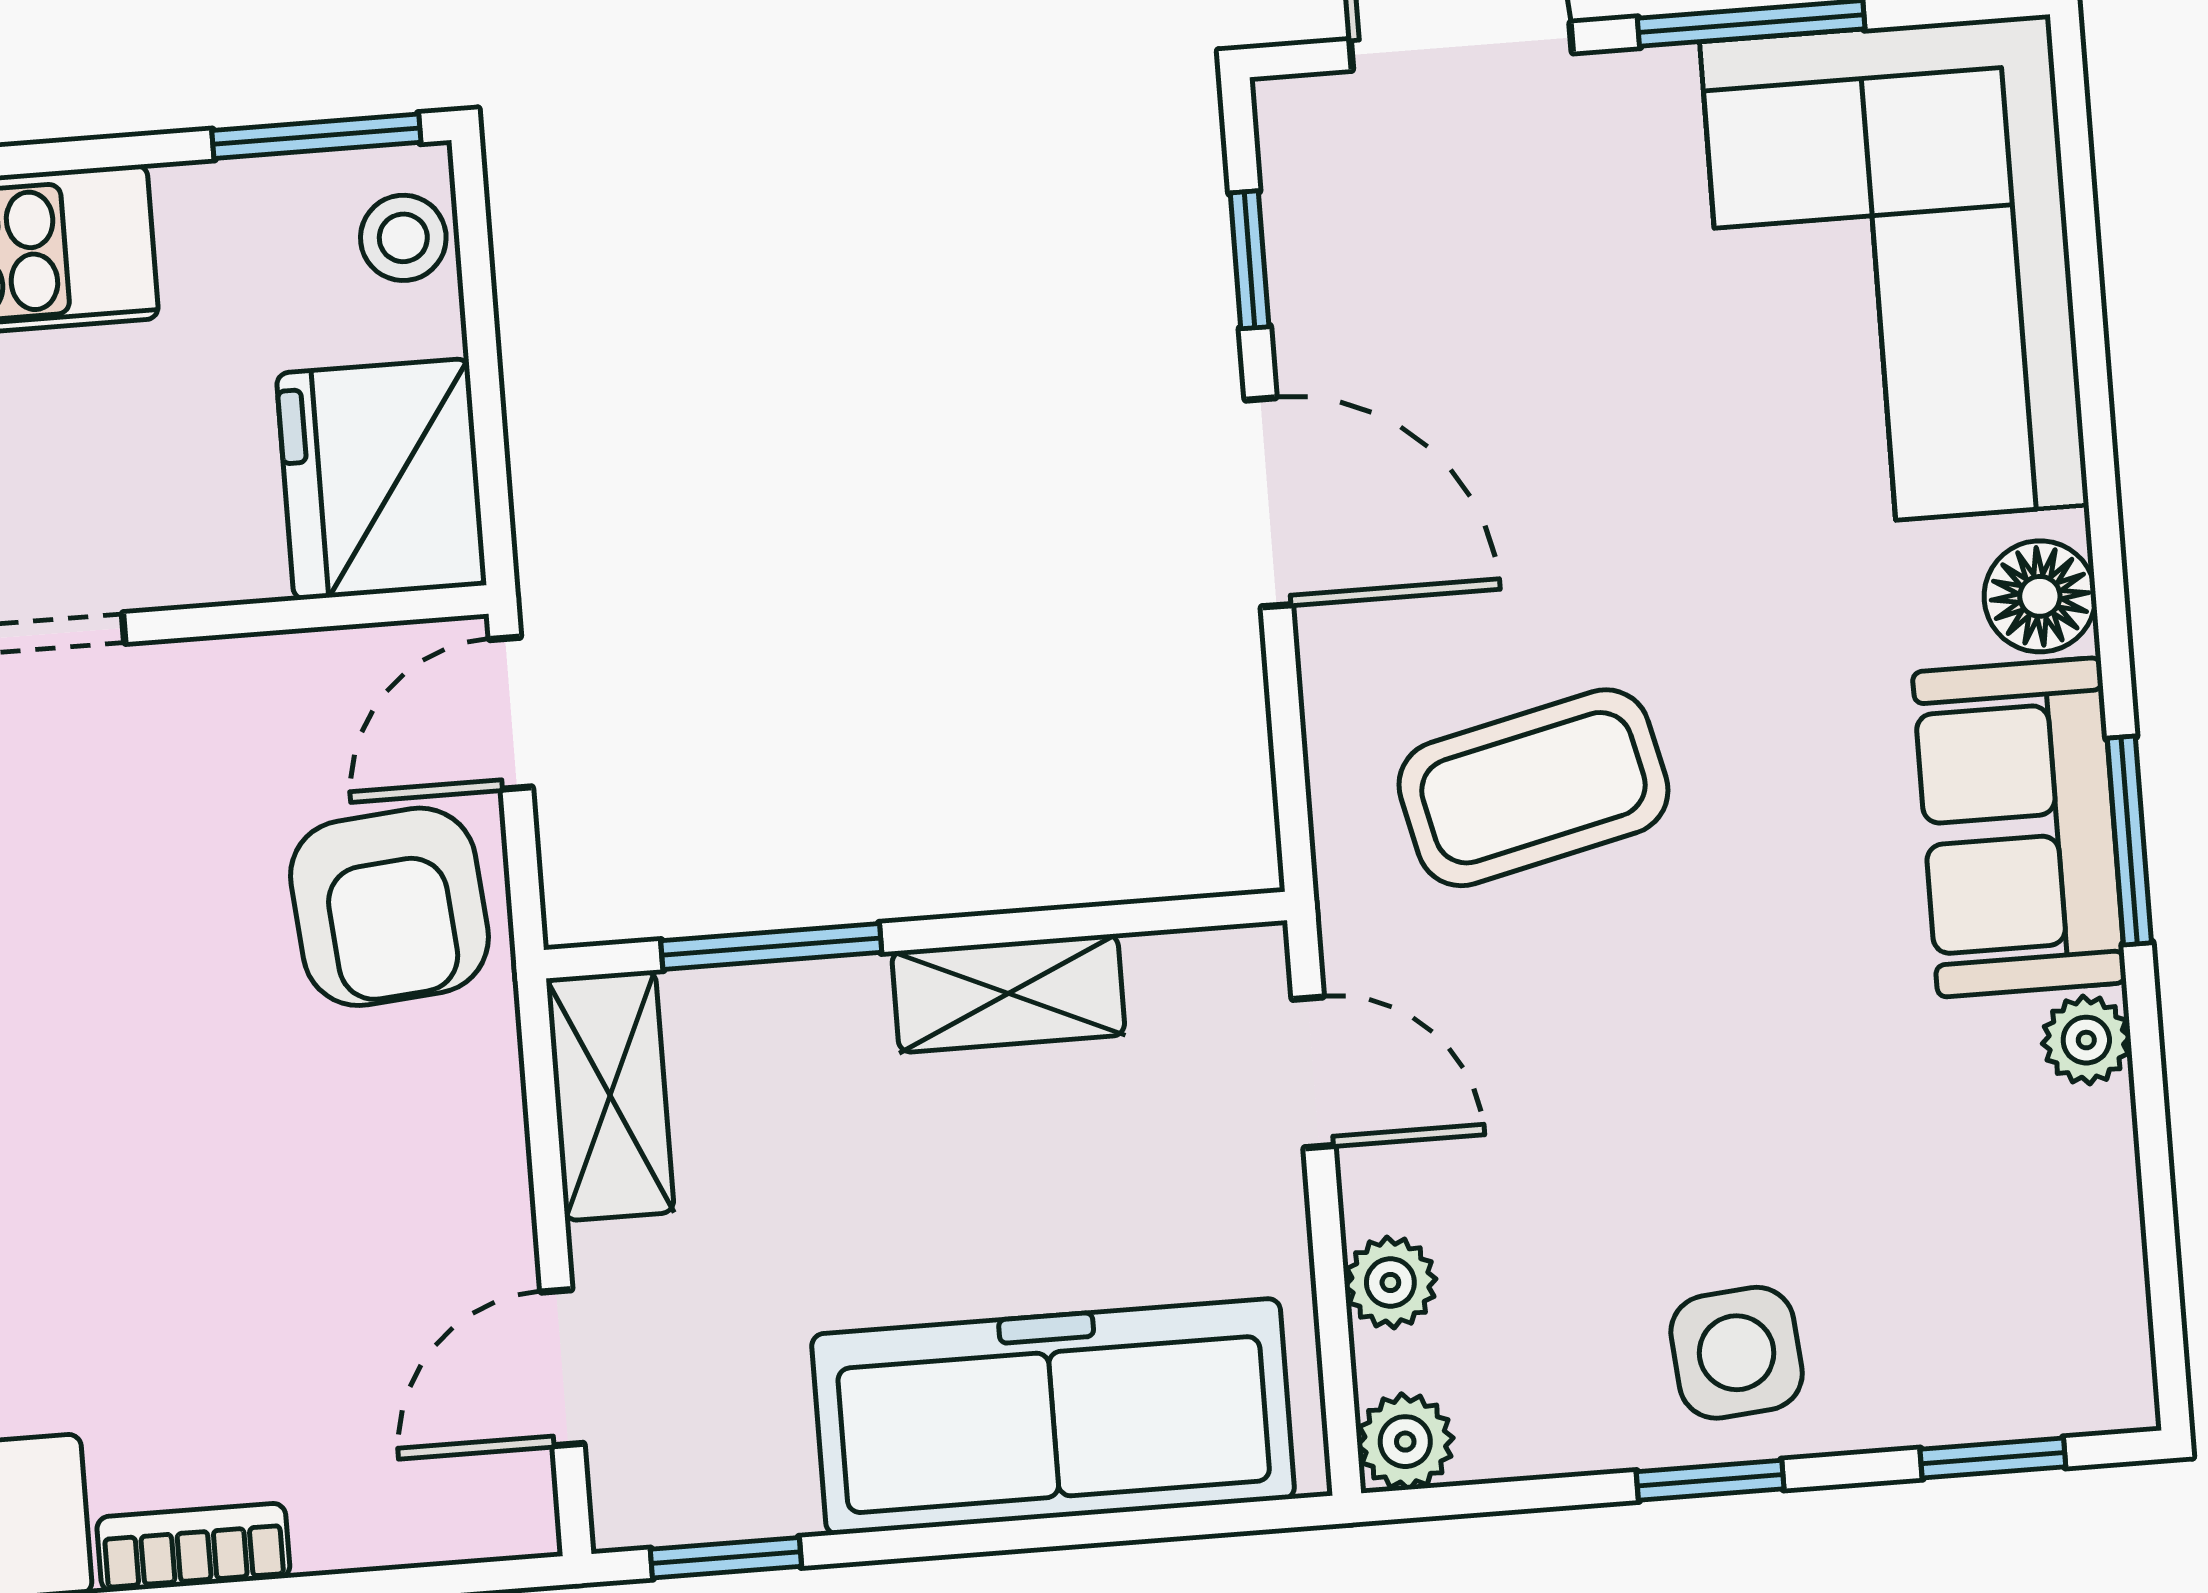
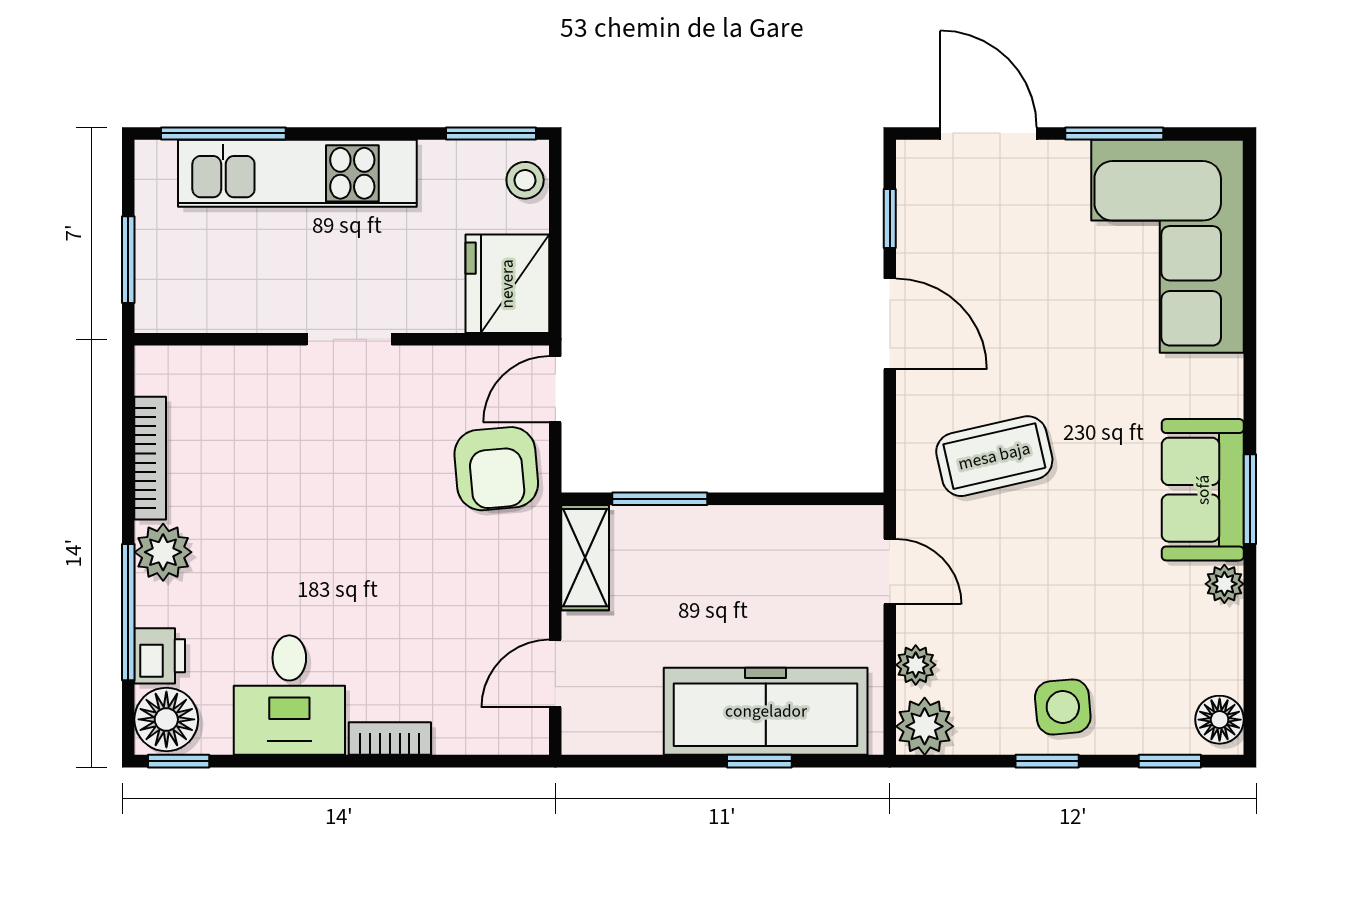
floor lamp: (2040, 596) -> (1220, 720), moved
shelving: (1008, 993) -> (761, 527), removed
plant: (1405, 1442) -> (925, 726), width x1.38, depth x1.38
window: (726, 1558) -> (759, 761), moved

